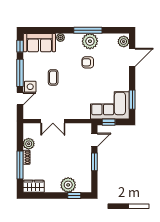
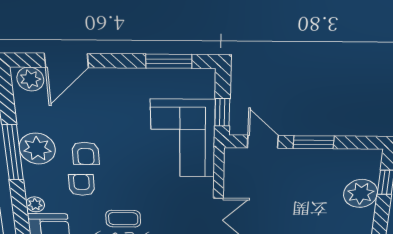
door: (132, 57) -> (66, 60), swing flipped
armchair: (71, 59) -> (82, 185), added
corner sofa: (110, 105) -> (183, 139), moved

